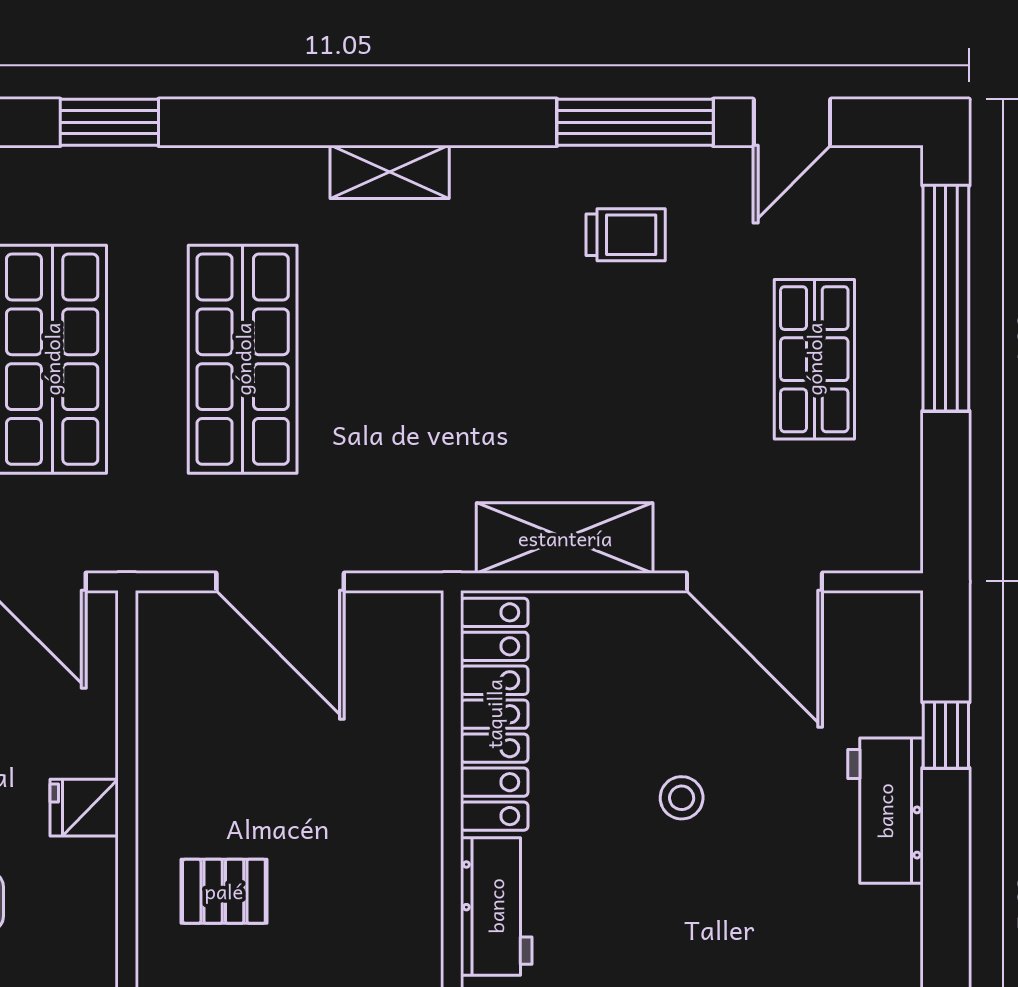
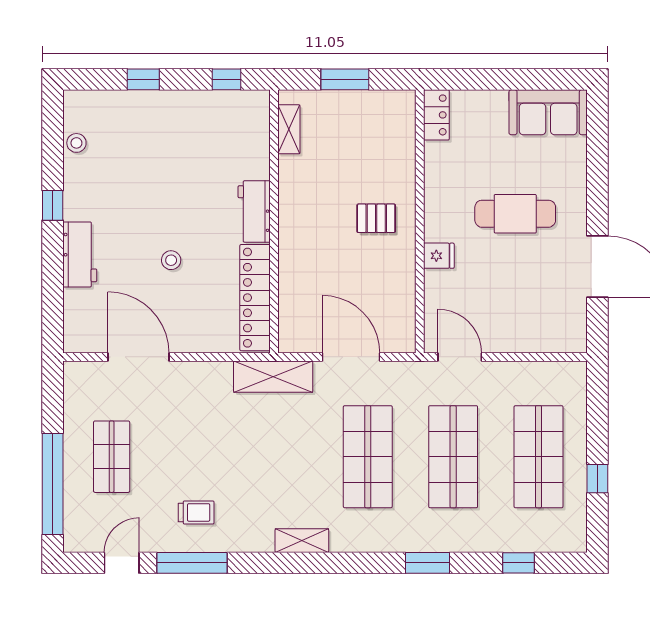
trolley: (626, 235) -> (196, 512), turned 180
shelving: (565, 538) -> (273, 377), moved
window: (946, 735) -> (53, 205), moved

